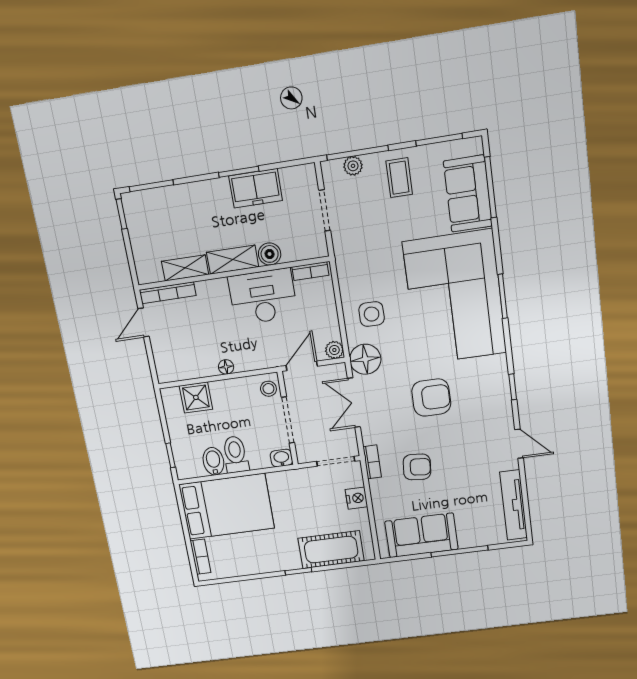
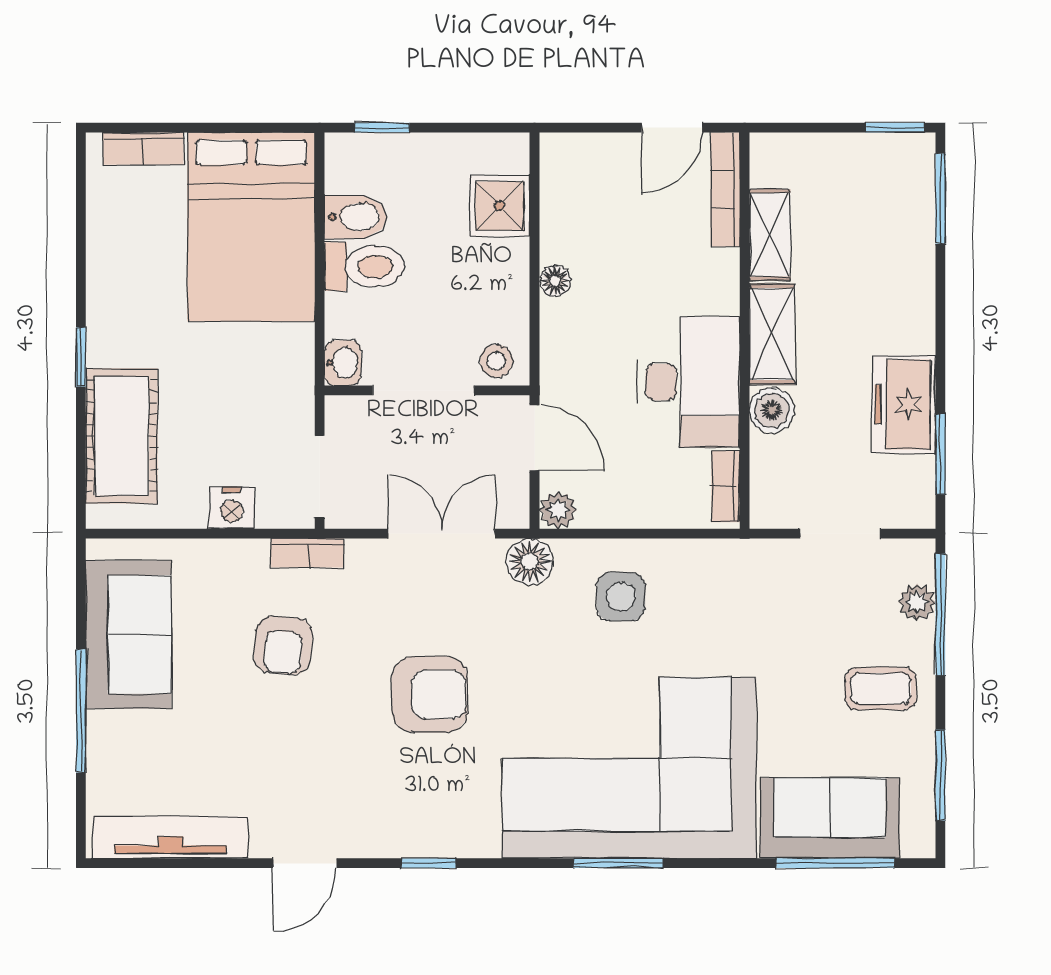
window: (239, 172) -> (940, 454), moved
door: (144, 323) -> (672, 128), swing flipped
floor lamp: (365, 359) -> (530, 562), width x0.73, depth x0.73
armchair: (431, 398) -> (430, 694), turned -90

